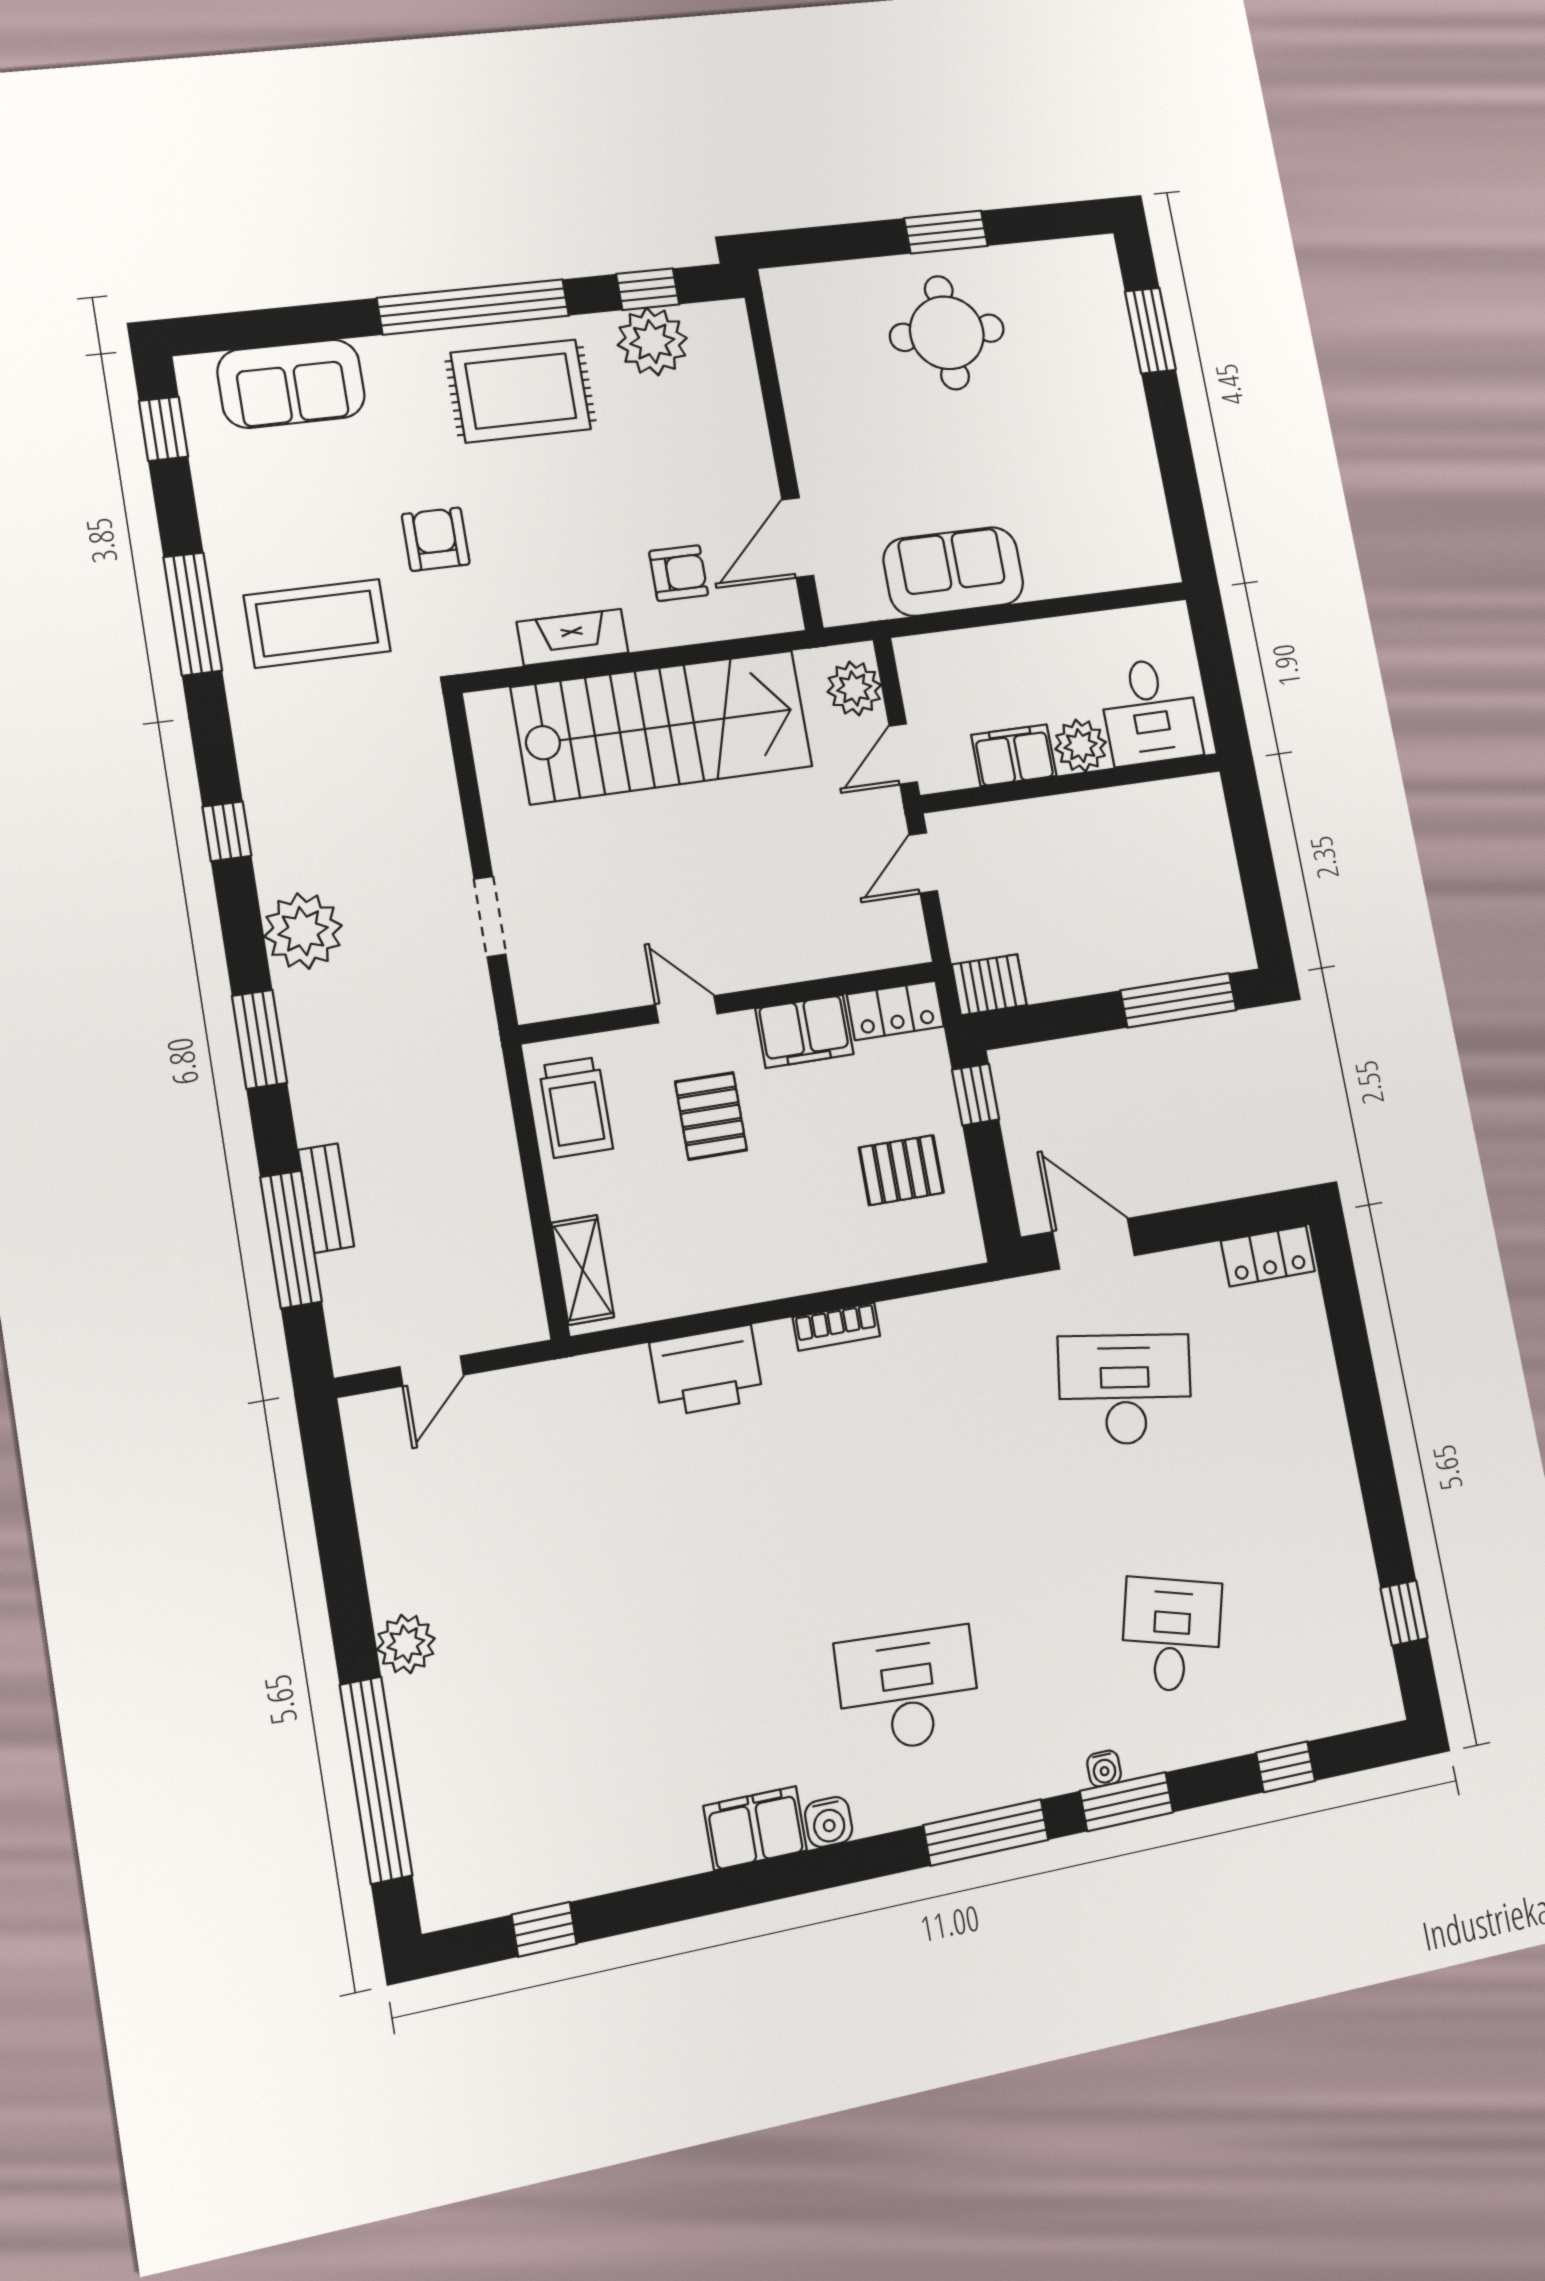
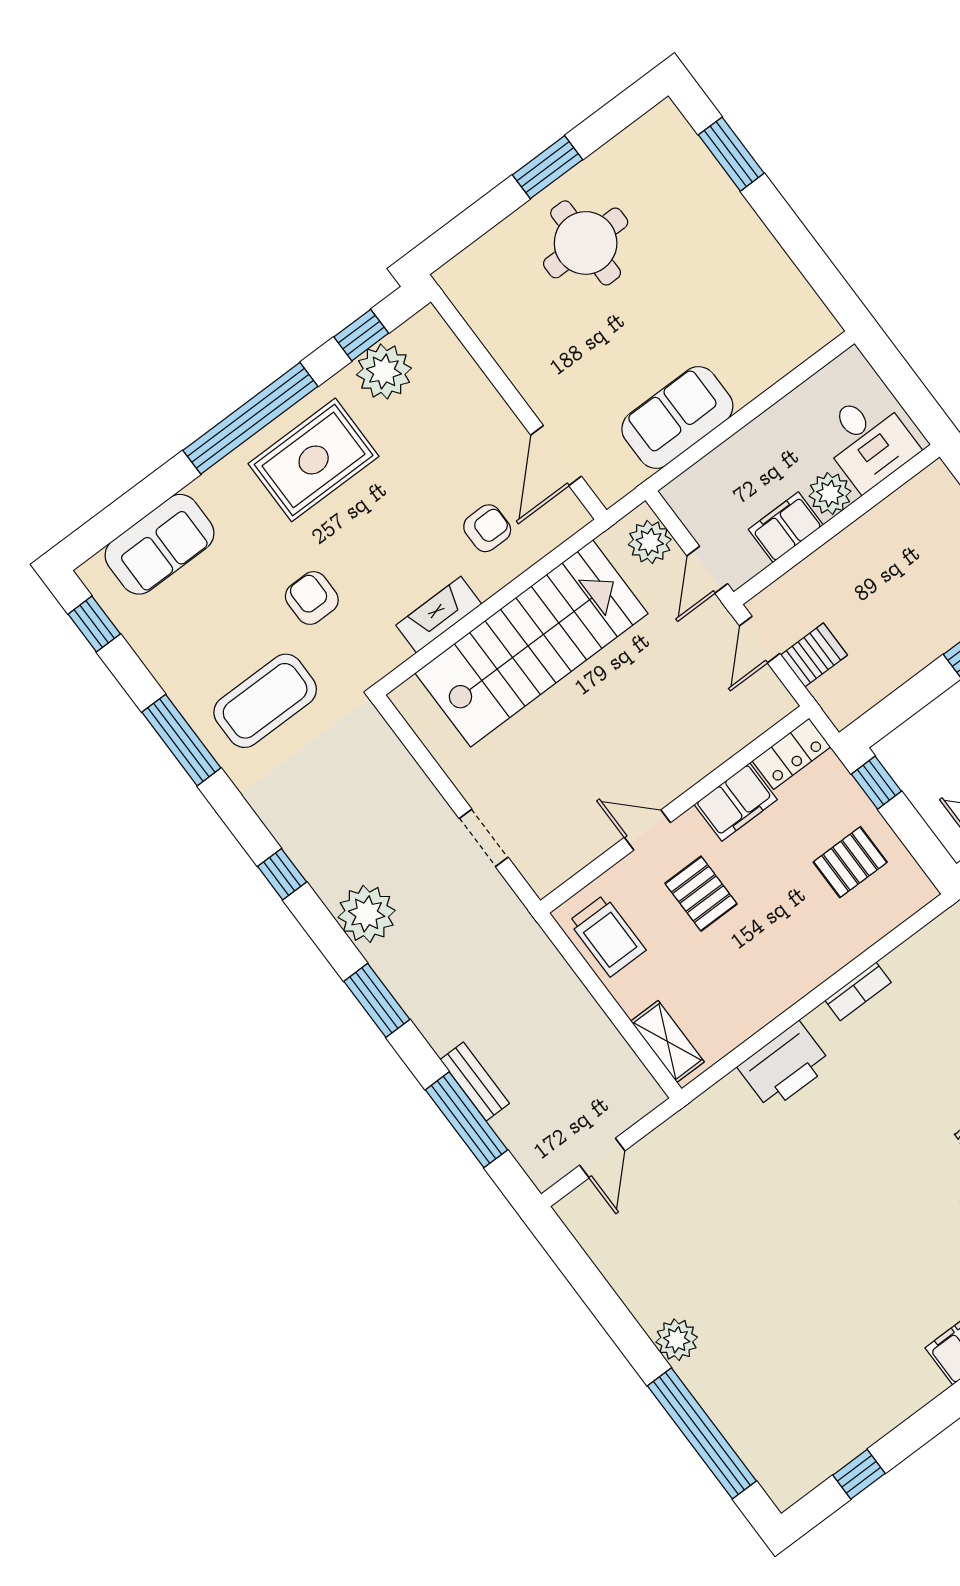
server rack: (989, 985) -> (814, 655), moved

